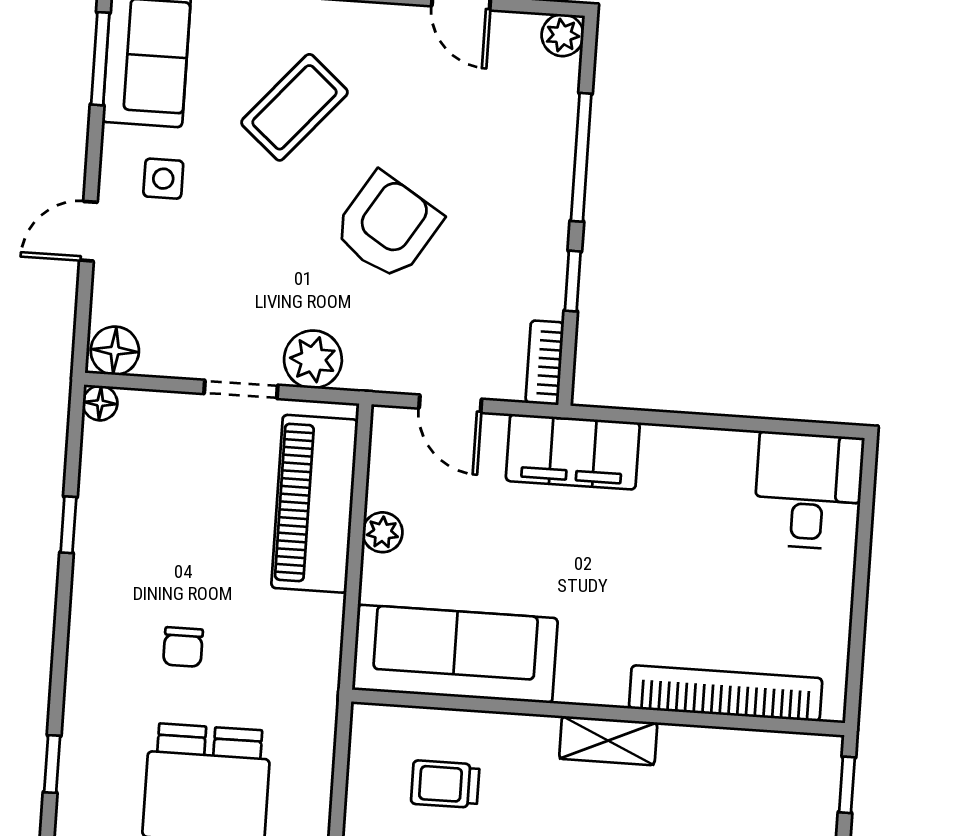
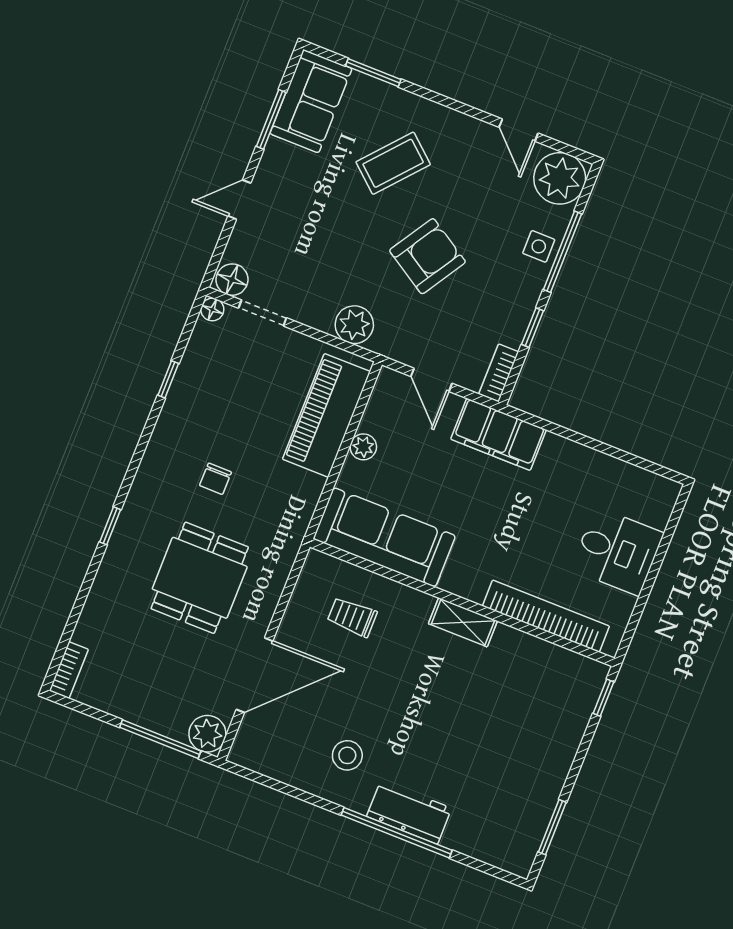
plant: (563, 35) -> (560, 178), width x1.88, depth x1.88
window: (100, 59) -> (271, 119), moved
side table: (163, 179) -> (539, 246), moved
doorway: (241, 389) -> (262, 313), moved
desk: (808, 491) -> (617, 551), moved, turned 90

